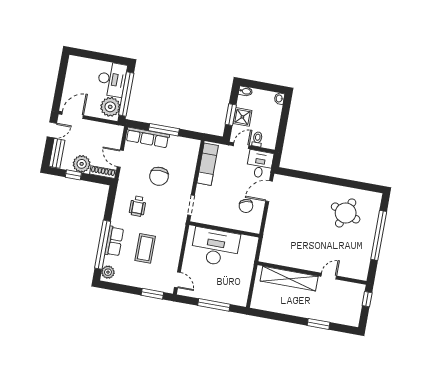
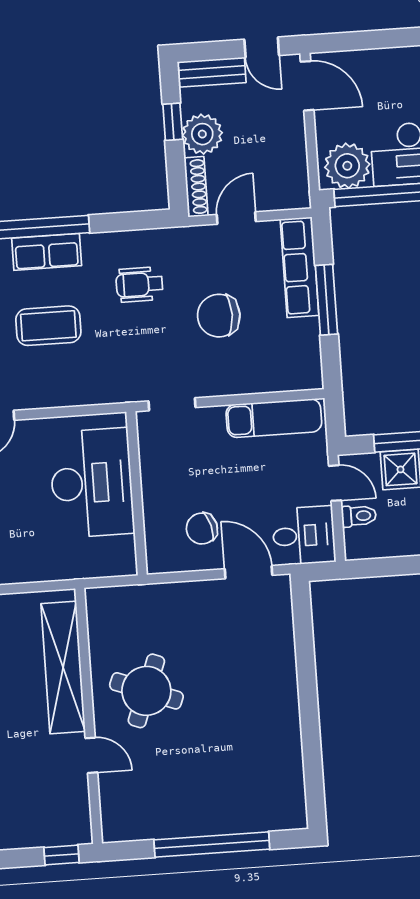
round table: (346, 213) -> (146, 691), moved

